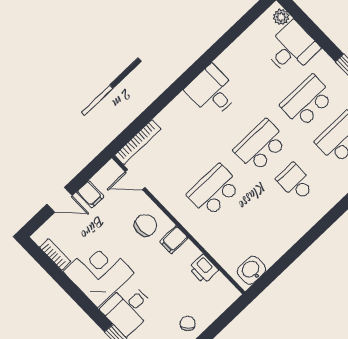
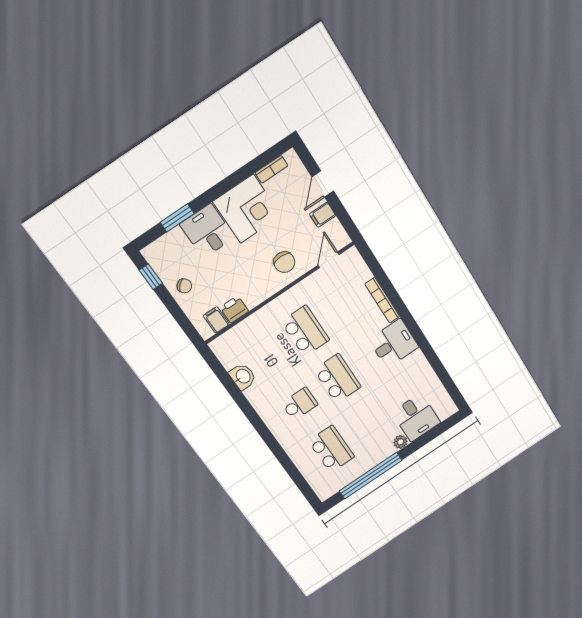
plant: (281, 17) -> (400, 442), moved
school desk: (307, 101) -> (368, 424), removed
bookcase: (138, 142) -> (382, 300), moved
filing cabinet: (174, 240) -> (216, 320), moved
washbasin: (251, 270) -> (243, 376), moved

